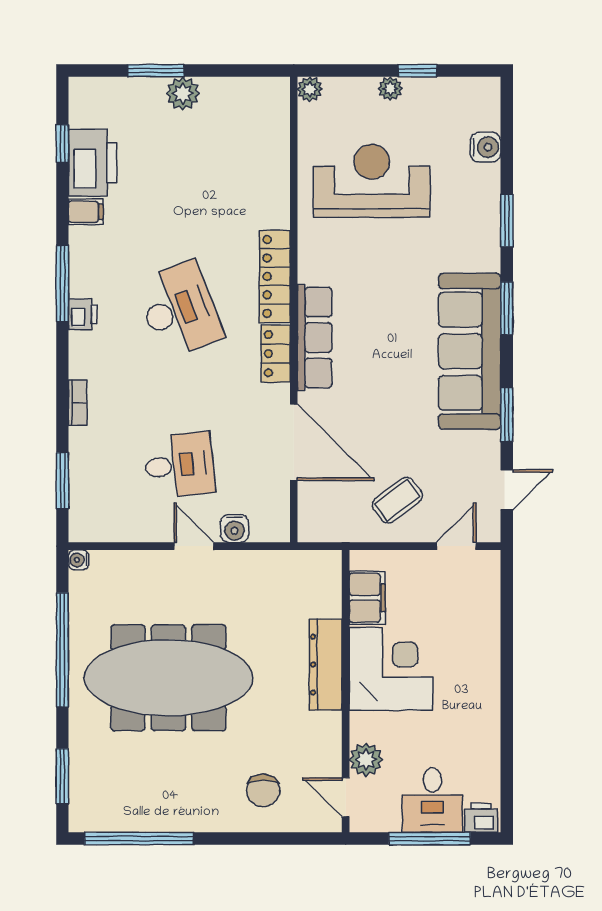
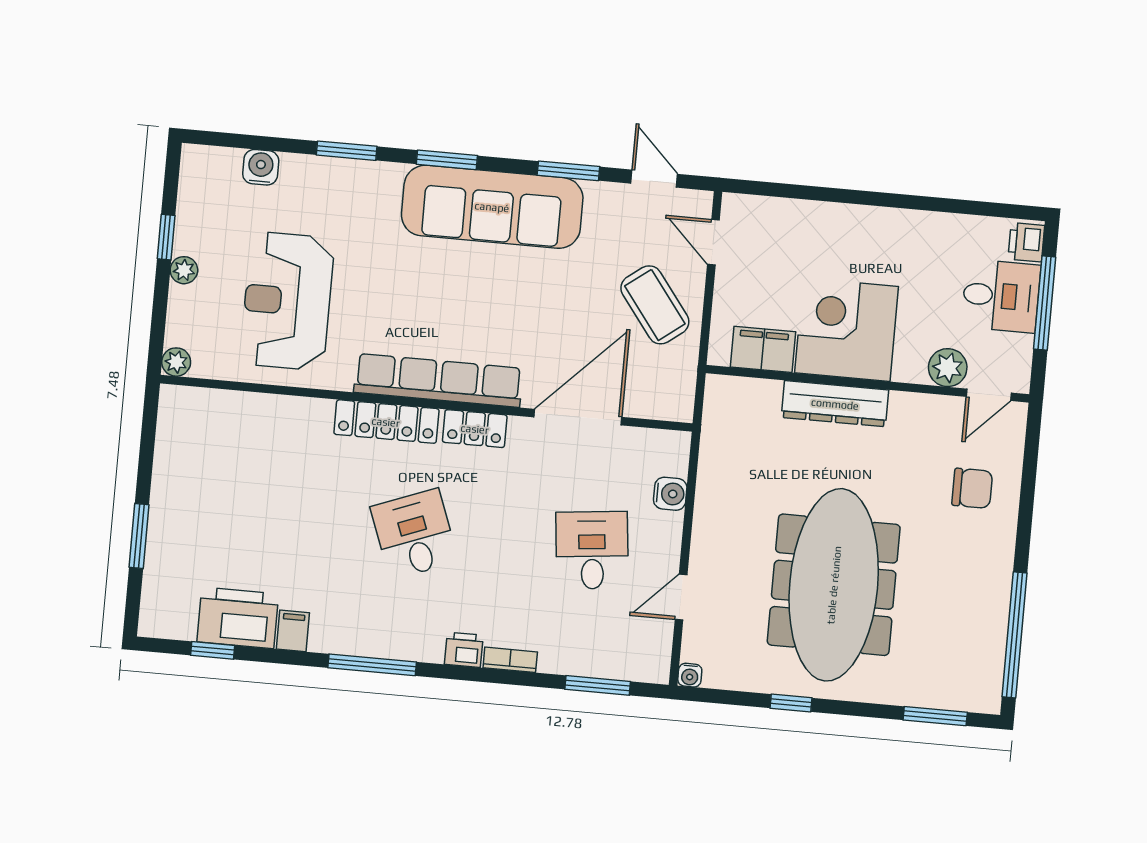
plant: (183, 94) -> (168, 508), removed
desk: (179, 310) -> (414, 534), width x0.73
printer: (83, 314) -> (464, 650), moved
row of seats: (315, 338) -> (438, 380), width x1.36
coffee table: (397, 500) -> (655, 305), width x1.36, depth x1.30
door: (194, 546) -> (681, 597), moved
window: (62, 650) -> (791, 703), width x0.32

